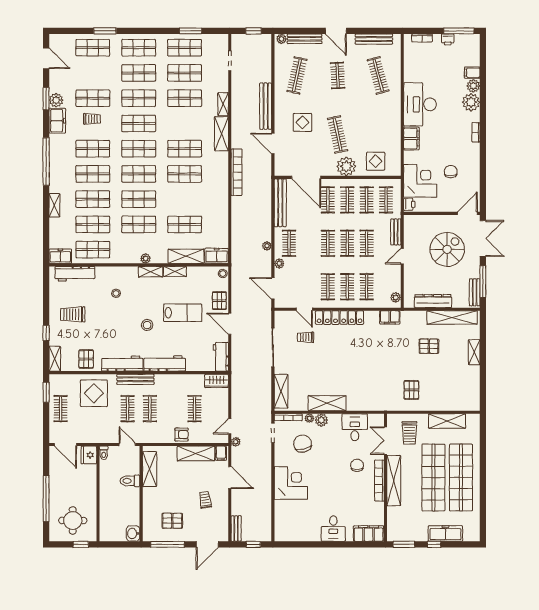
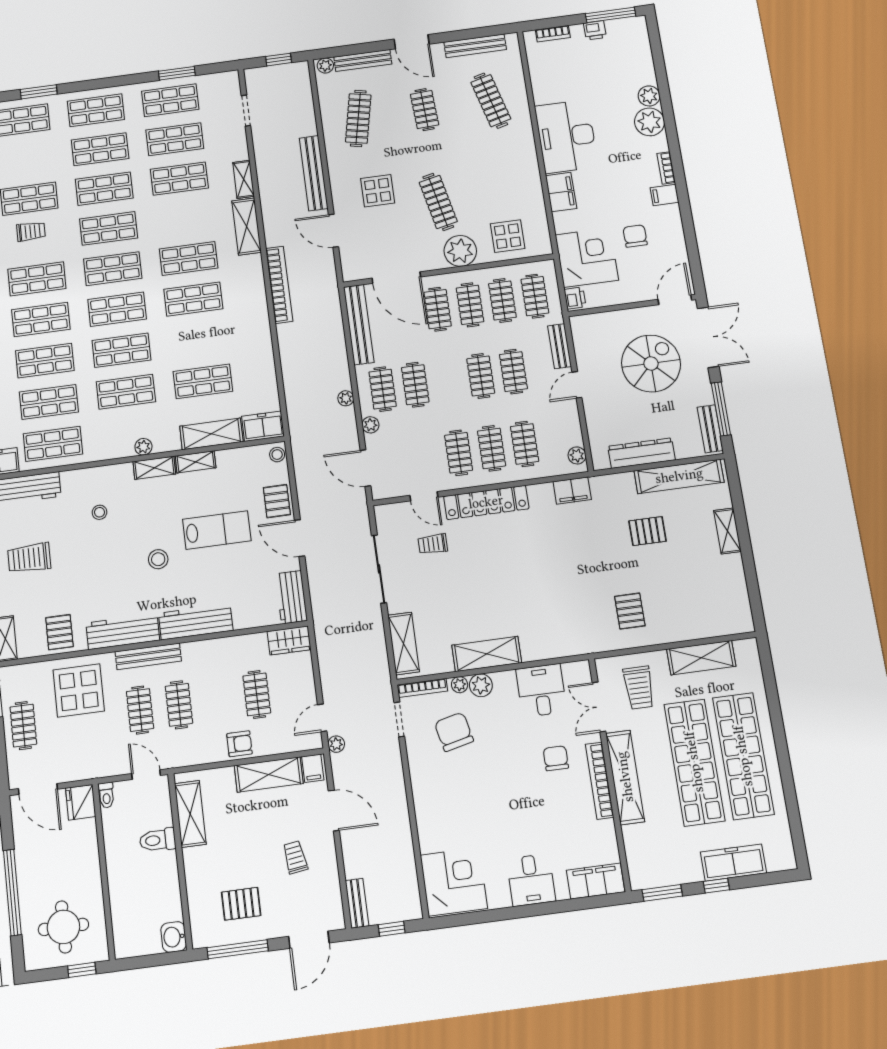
filing cabinet: (472, 73) -> (665, 195), moved
clothes rail: (328, 243) -> (415, 385), moved
corner desk: (291, 483) -> (454, 882), moved

